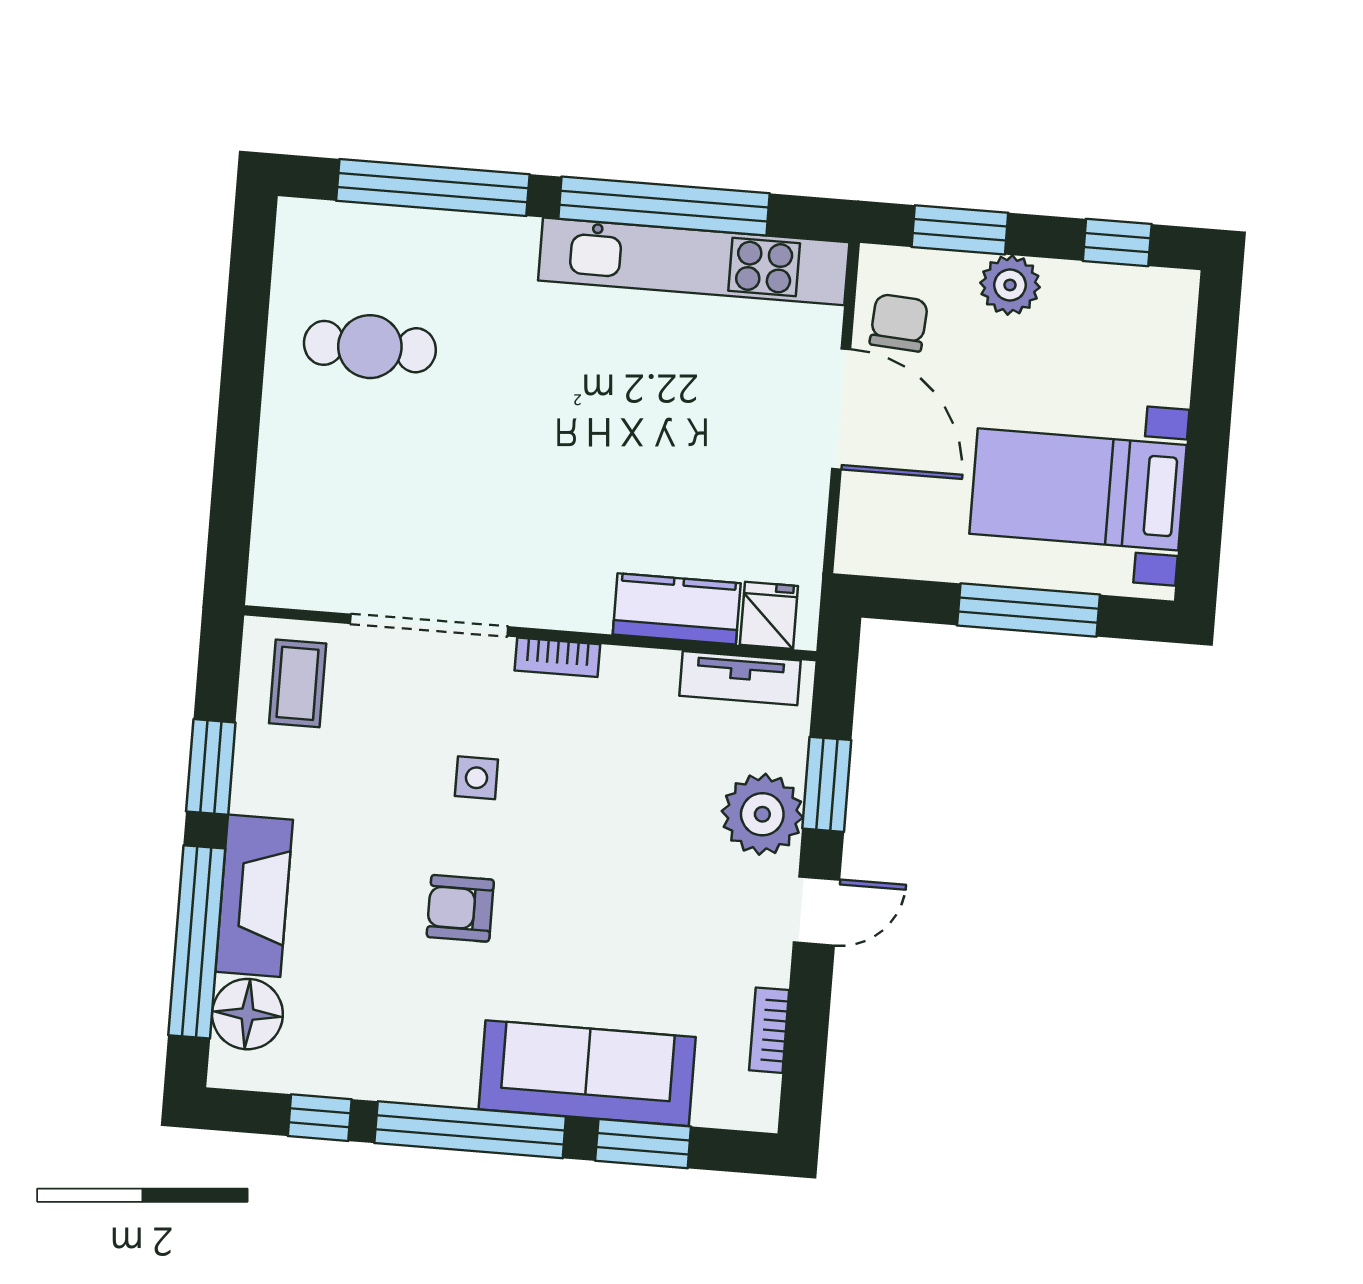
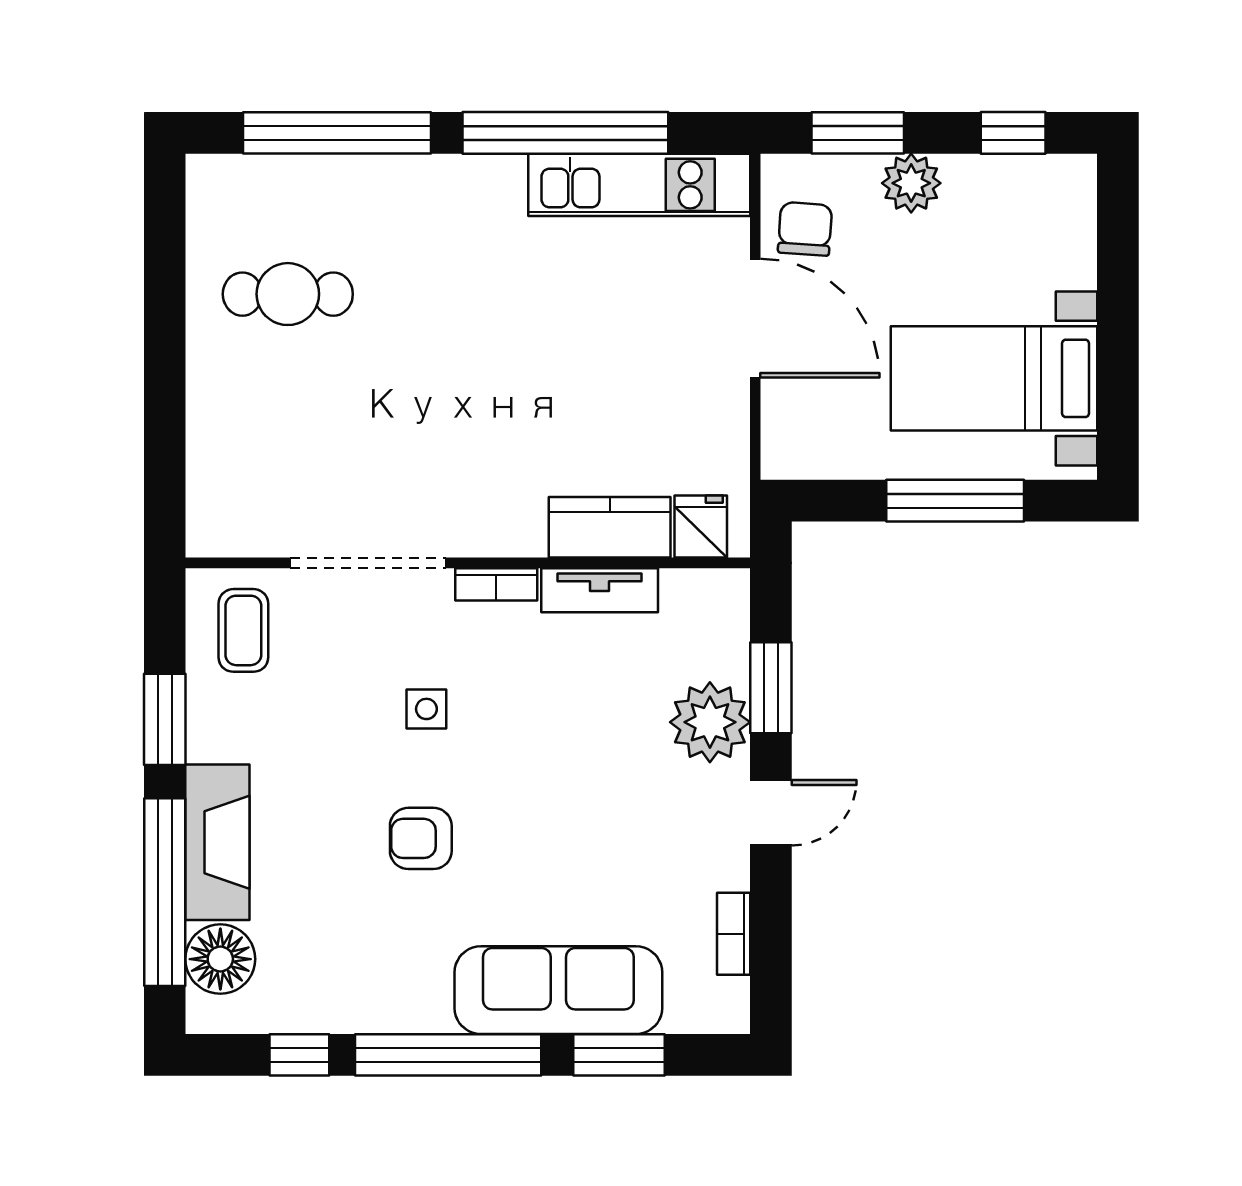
kitchen unit: (694, 261) -> (639, 185), width x0.73
tv unit: (740, 678) -> (600, 590), moved

